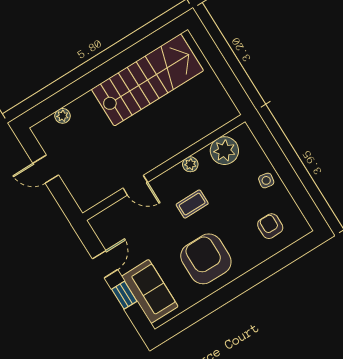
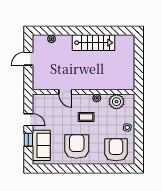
stairs: (147, 80) -> (94, 43), width x0.73, depth x0.66
door: (46, 169) -> (28, 59), hinge flipped
armchair: (270, 226) -> (116, 150), width x1.88, depth x1.88
door: (105, 264) -> (28, 120), hinge flipped

